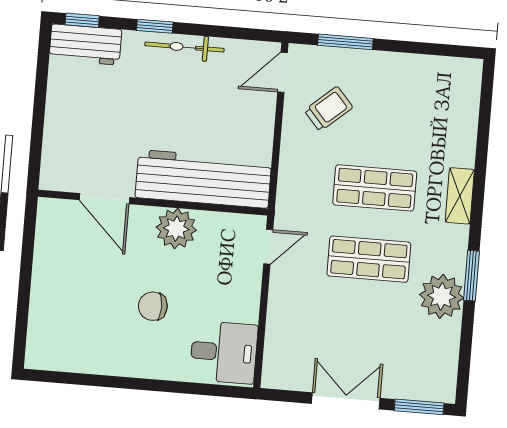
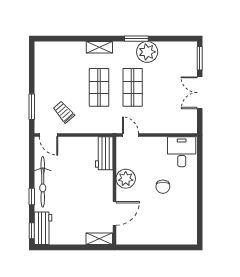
bicycle: (184, 47) -> (43, 182), width x1.37, depth x1.40
shelving: (53, 162) -> (99, 239), added
workbench: (203, 179) -> (104, 153), width x0.53, depth x0.76

